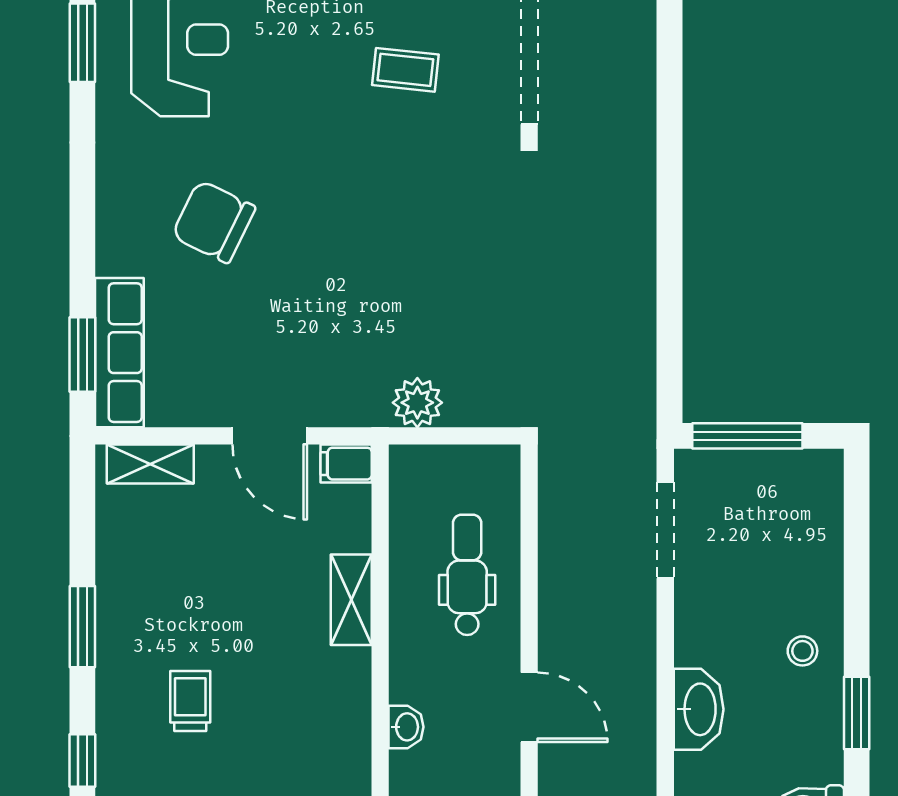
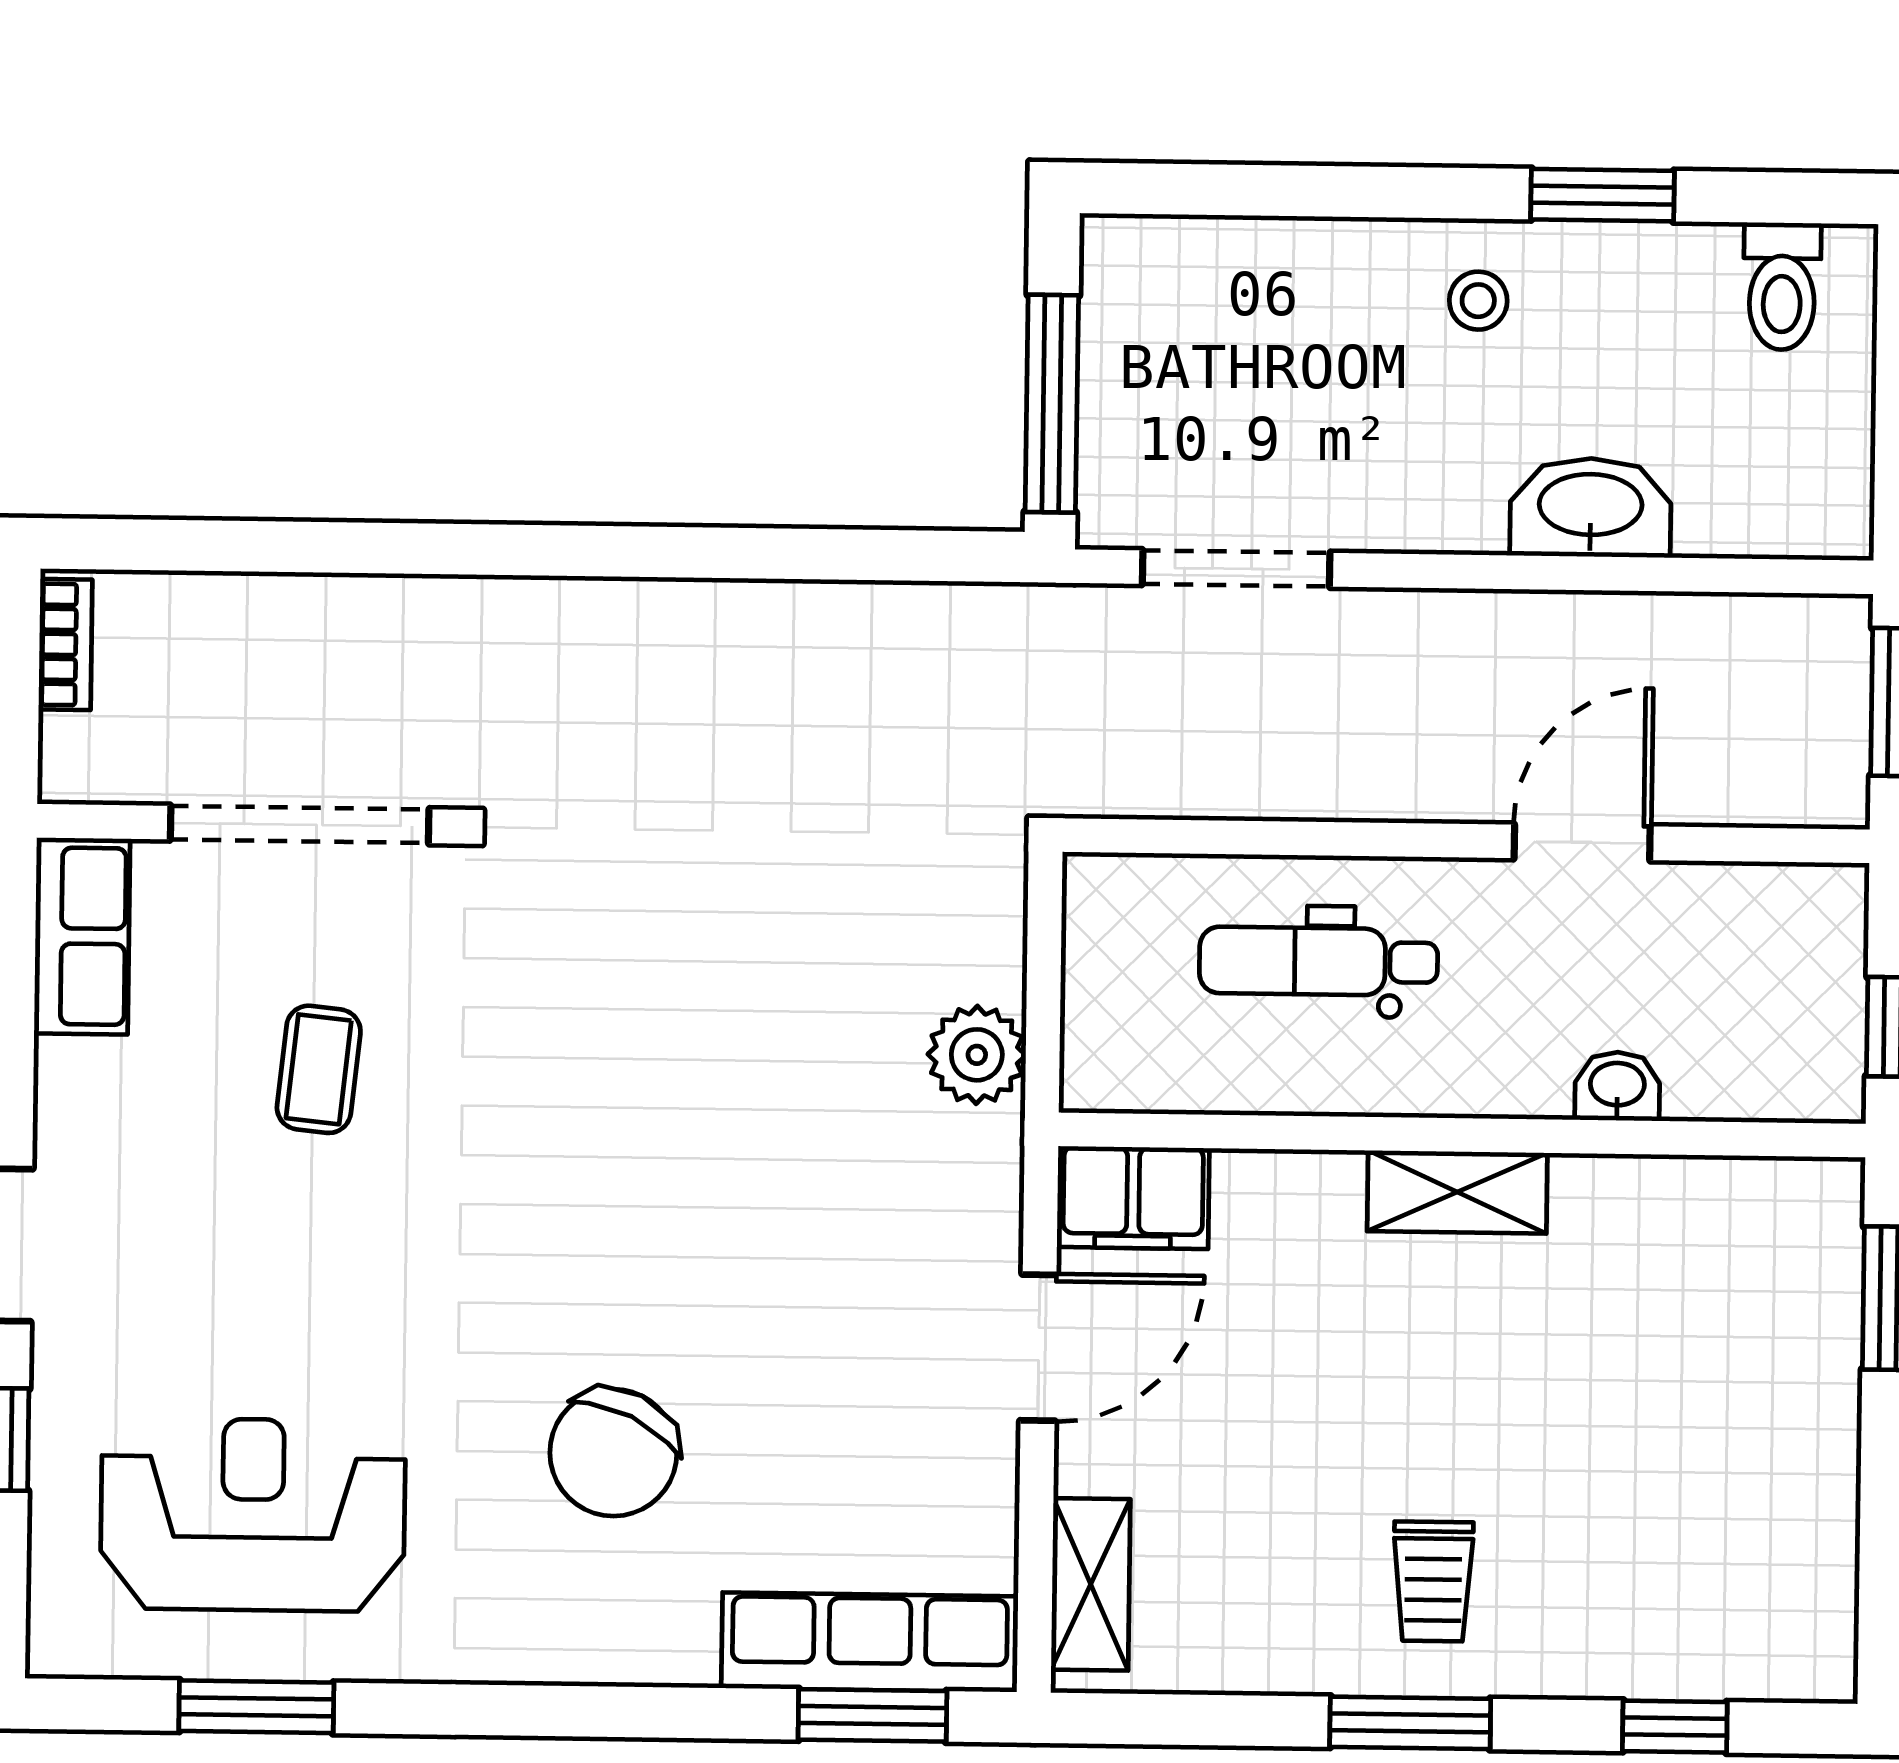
filing cabinet: (346, 464) -> (1133, 1198), width x2.00
shelving: (351, 600) -> (1457, 1192), moved
trolley: (190, 701) -> (1433, 1581), moved, turned -90

